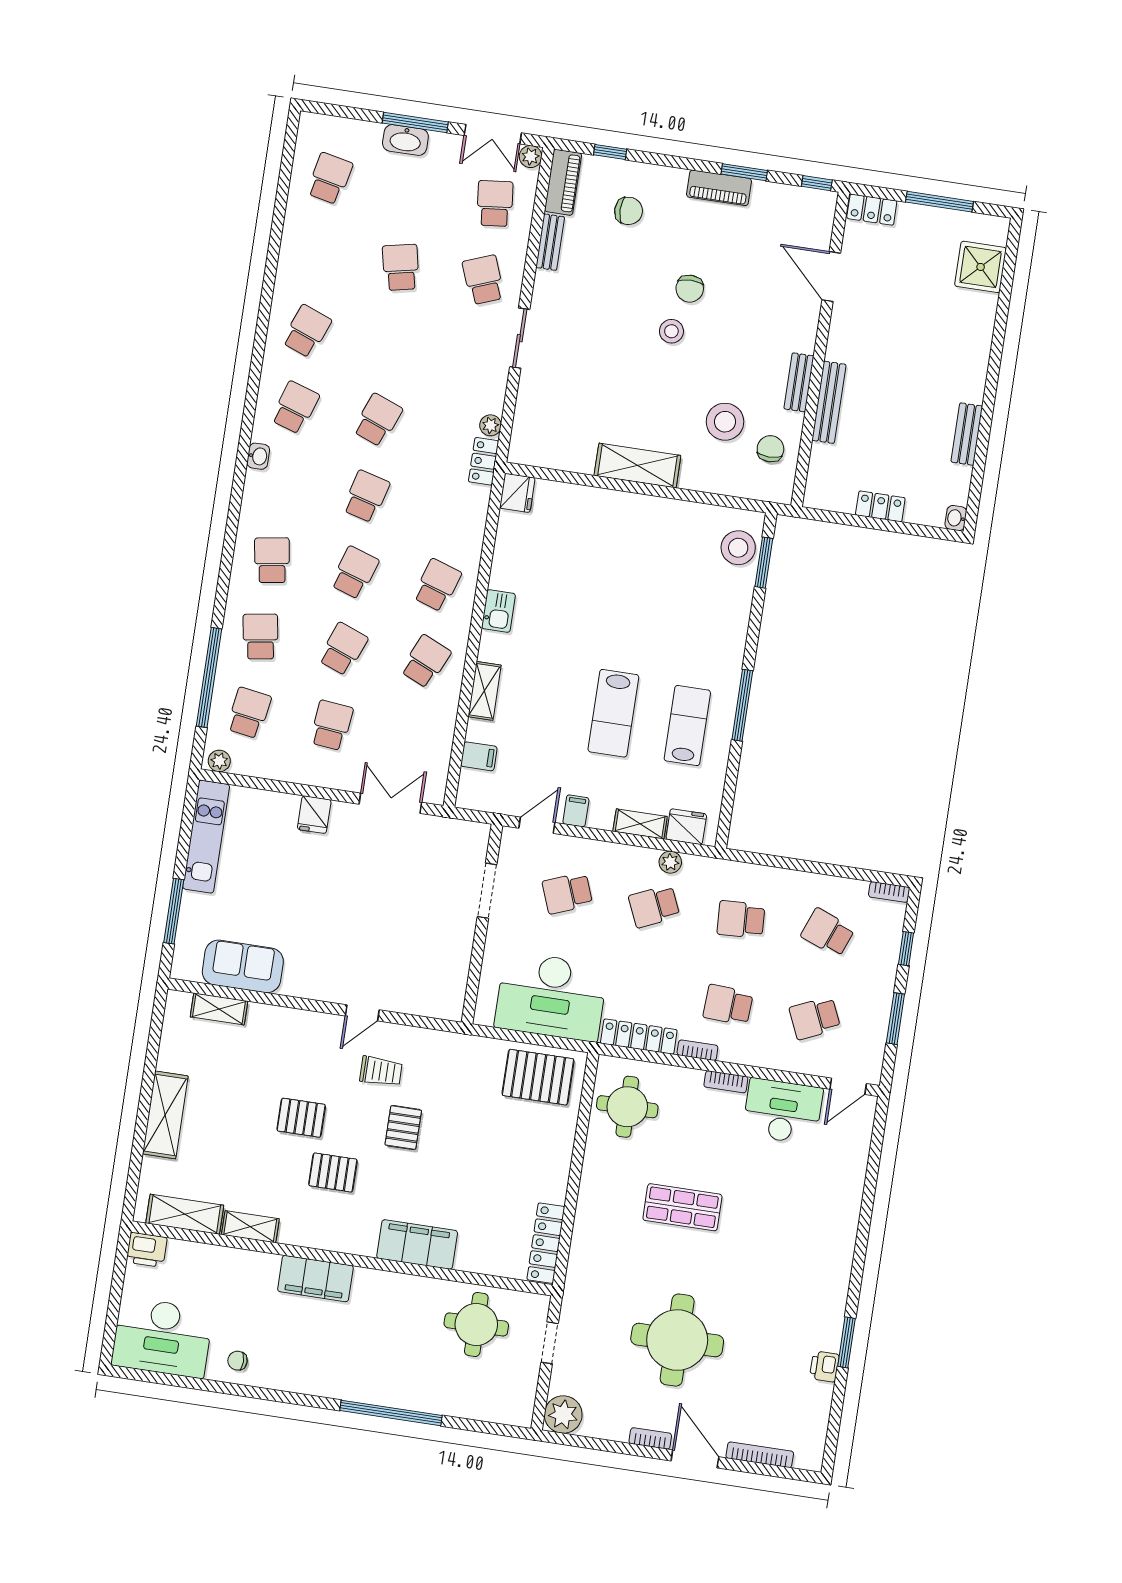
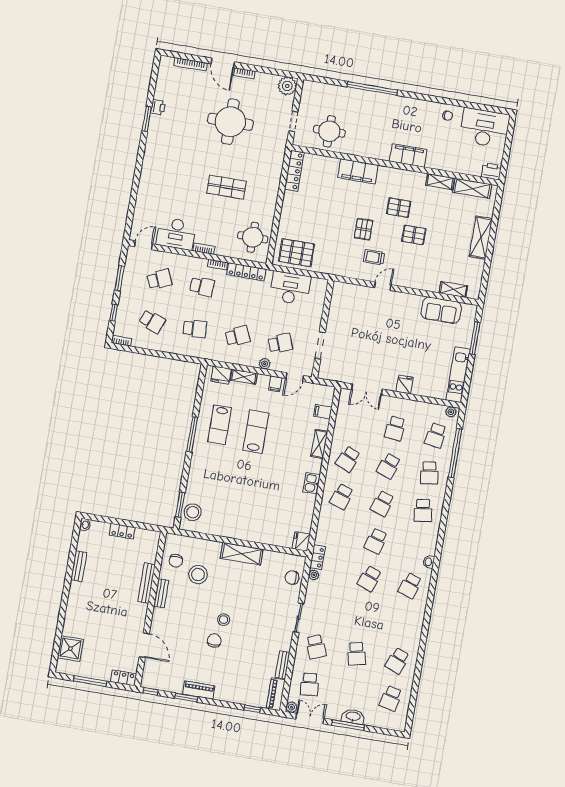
chair: (629, 211) -> (292, 578), moved
school desk: (307, 331) -> (397, 661), moved
plant: (670, 862) -> (265, 364), moved
desk: (551, 996) -> (290, 288), width x0.73, depth x0.77

